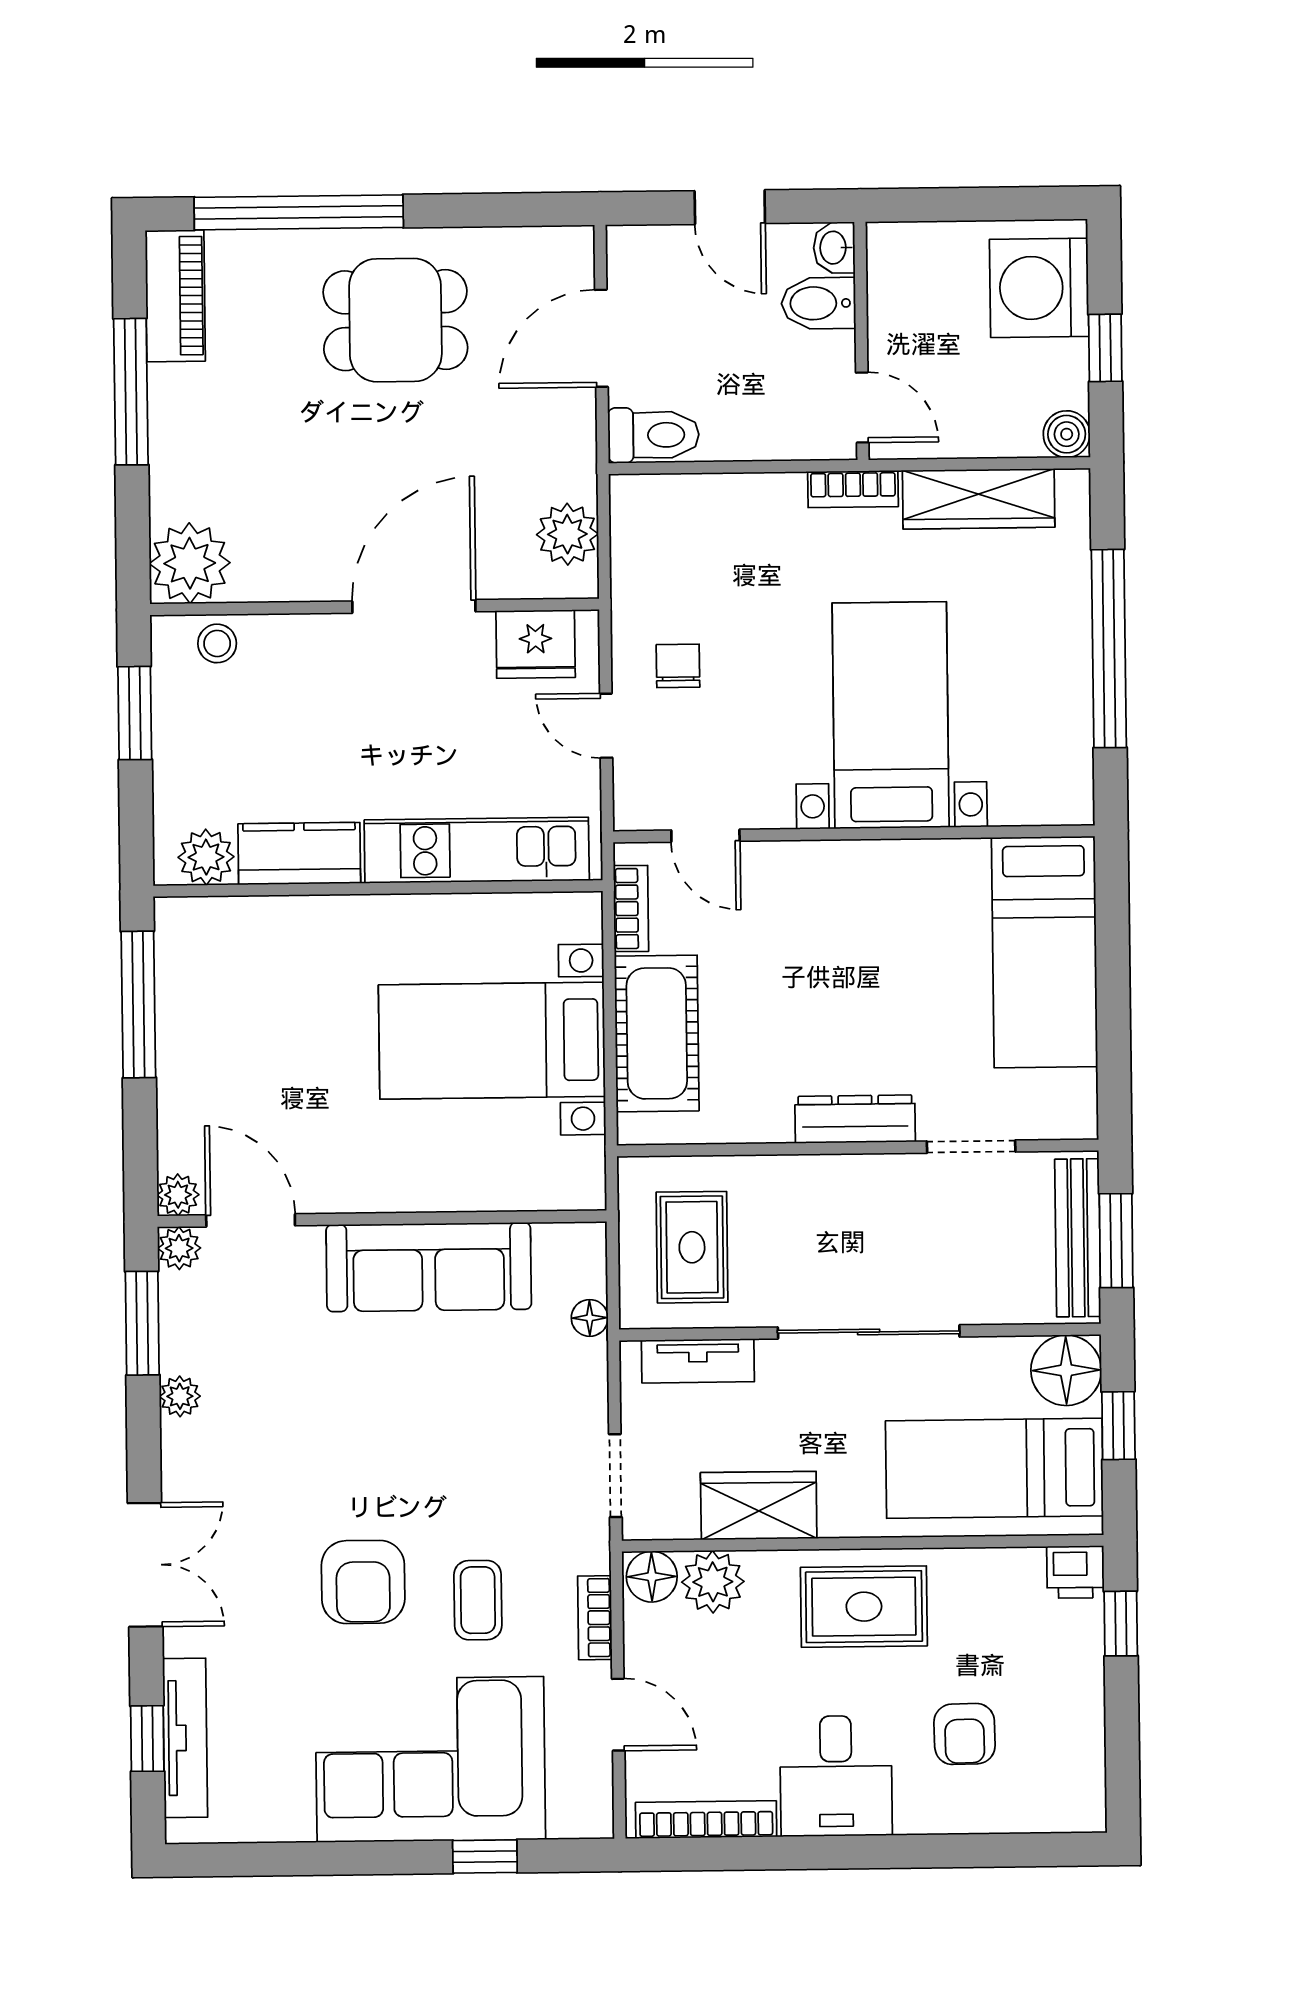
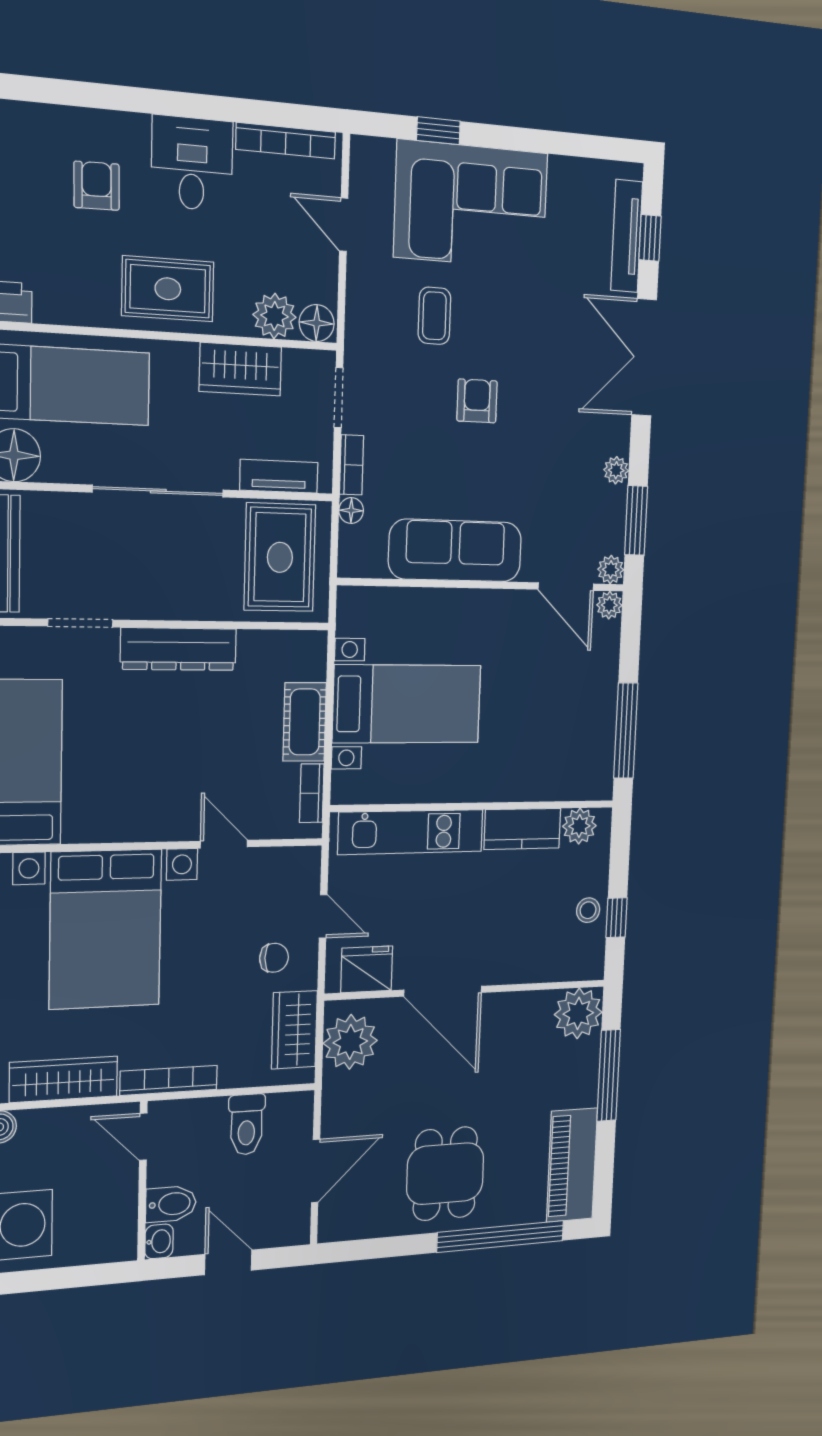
piano: (175, 296) -> (572, 1165), width x1.37, depth x1.33
dining table: (395, 320) -> (445, 1174), turned 90
window: (131, 392) -> (609, 1075), moved
toilet: (653, 435) -> (247, 1124), moved, turned -90
bookcase: (853, 489) -> (169, 1080), width x1.56
plant: (567, 534) -> (350, 1042), width x1.36, depth x1.36
wardrobe: (643, 557) -> (294, 1030), added
door: (414, 606) -> (443, 991), hinge flipped
stool: (217, 643) -> (588, 910), moved
chair: (678, 666) -> (274, 958), turned -90
window: (135, 713) -> (616, 918), width x0.67
bed with nightstands: (891, 715) -> (105, 929), width x1.36
door: (705, 836) -> (224, 844), moved
cot: (657, 1033) -> (305, 722), width x0.73, depth x0.75
dresser: (855, 1119) -> (179, 649), width x1.37, depth x1.24
rug: (692, 1247) -> (280, 557), width x1.36, depth x1.43
double door: (145, 1565) -> (644, 357), width x1.37
armchair: (363, 1582) -> (477, 401), moved, width x0.72, depth x0.72
bookcase: (595, 1618) -> (352, 465), moved

